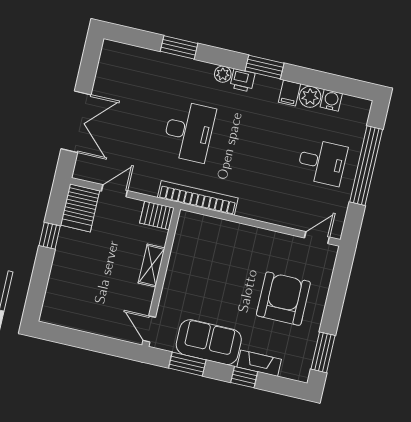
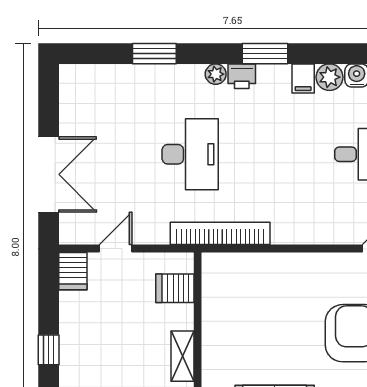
server rack: (80, 208) -> (73, 271), width x0.73, depth x0.70
server rack: (157, 215) -> (175, 288), moved
window: (50, 236) -> (49, 350), moved
shelving: (152, 266) -> (182, 356), moved

